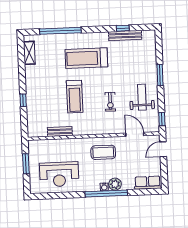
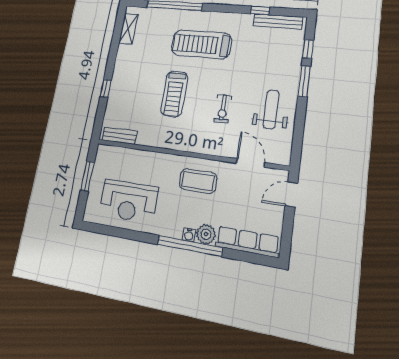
bench: (125, 35) -> (278, 21), moved
window: (162, 119) -> (308, 49), moved
bench: (60, 131) -> (120, 136), moved
row of seats: (148, 183) -> (247, 242), width x1.48

